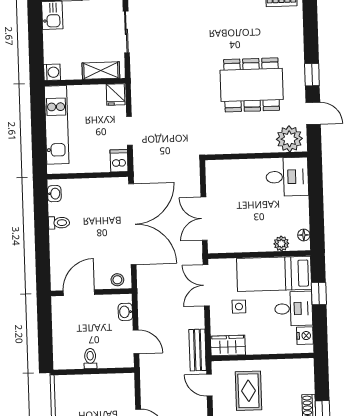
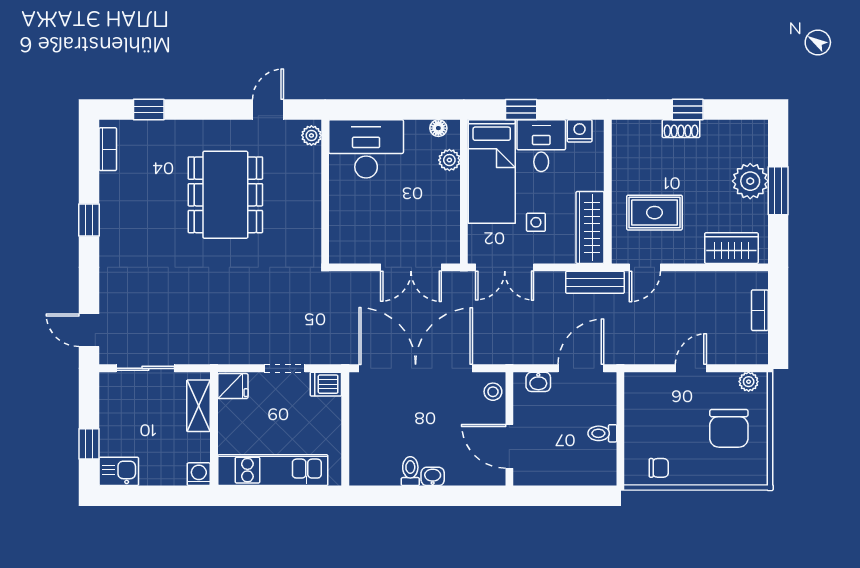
window: (312, 75) -> (149, 110), moved
plant: (289, 139) -> (311, 135), width x0.53, depth x0.53
desk: (287, 177) -> (366, 149), width x1.37
washbasin: (54, 194) -> (433, 476), moved
door: (136, 342) -> (581, 368), width x1.38
wardrobe: (228, 345) -> (590, 227), width x1.50
chair: (67, 399) -> (659, 468), added

